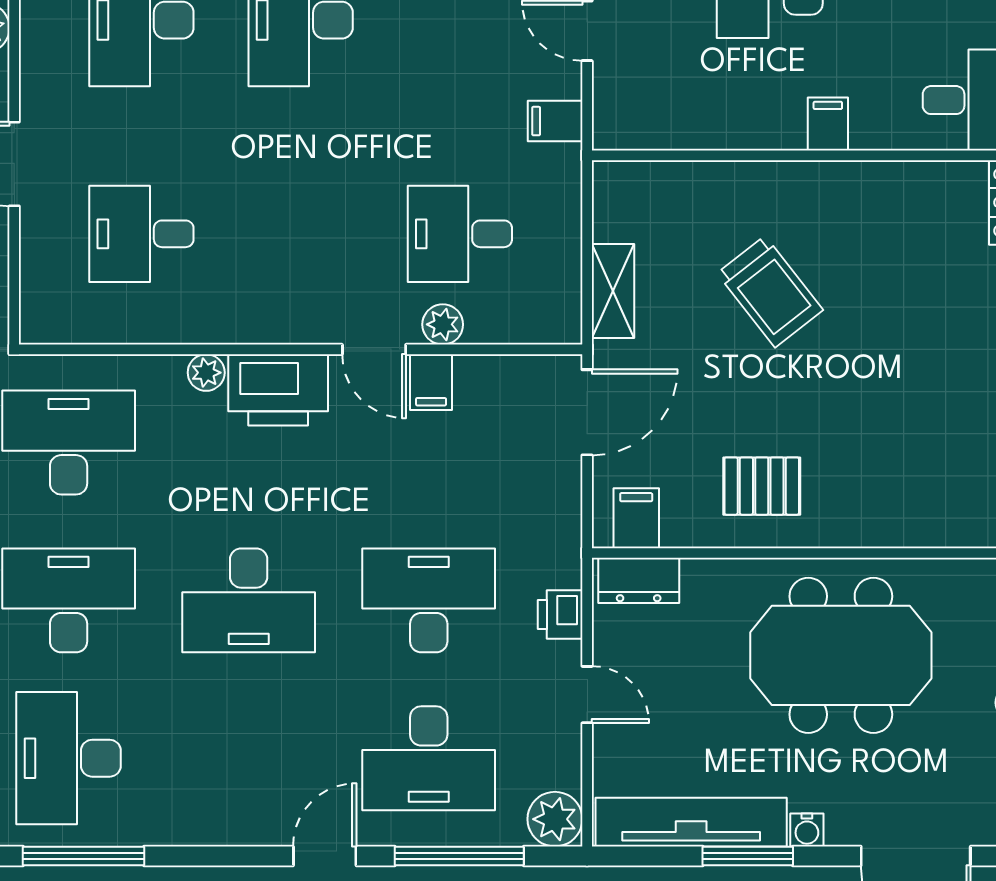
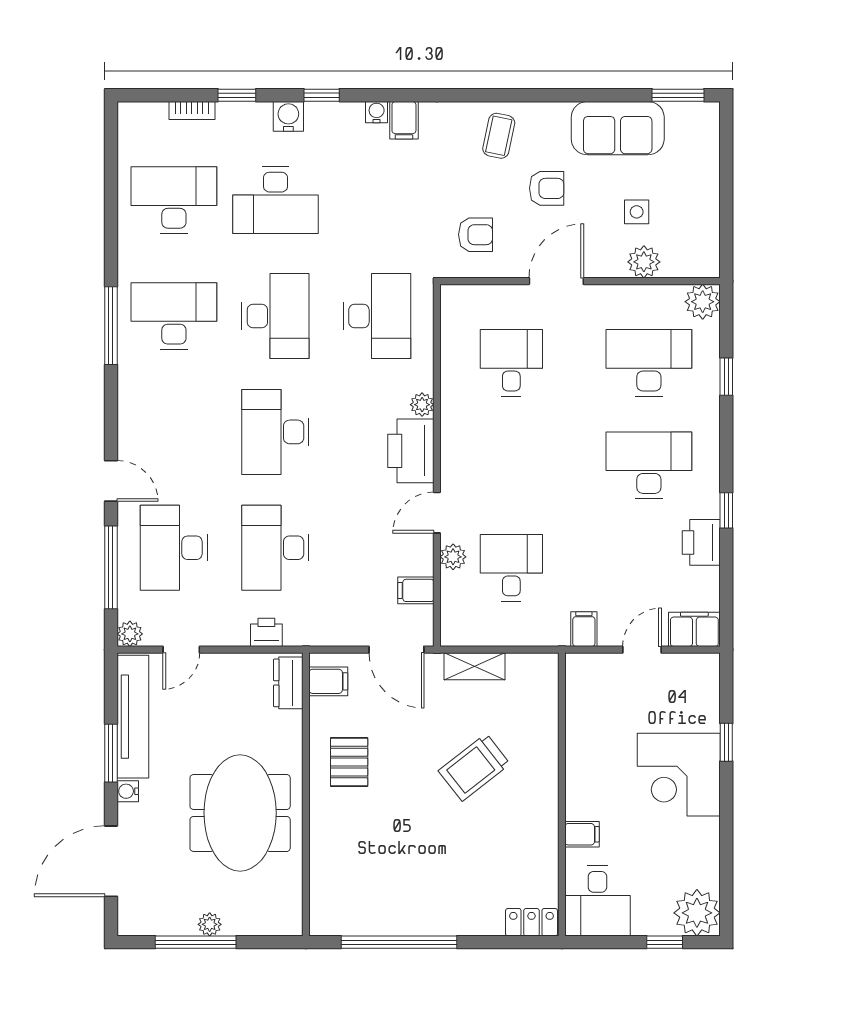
filing cabinet: (828, 124) -> (582, 834), moved
filing cabinet: (431, 382) -> (416, 590), moved
desk: (429, 600) -> (275, 548), turned 180
door: (587, 695) -> (181, 650), moved
plant: (555, 819) -> (130, 634), width x0.73, depth x0.73

